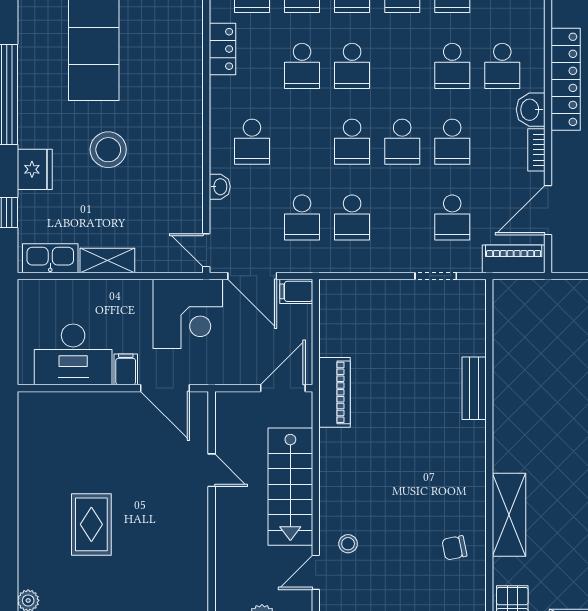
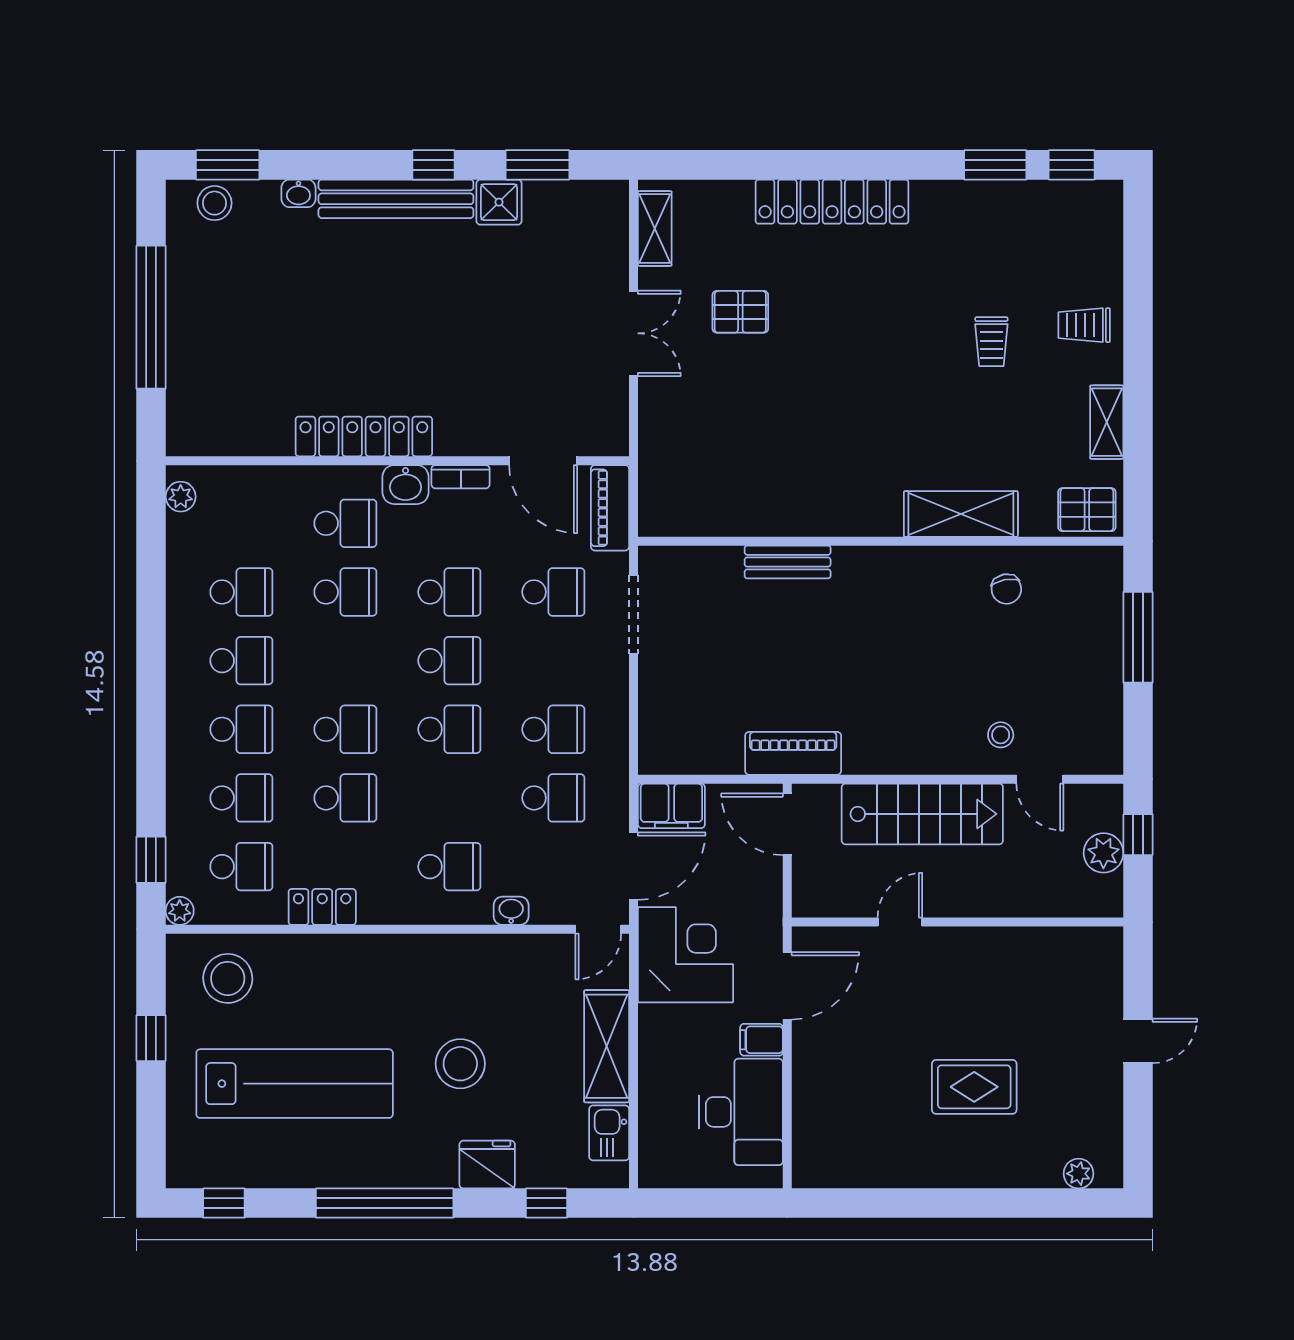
kitchen sink: (50, 258) -> (609, 1133), width x0.73
shelving: (107, 260) -> (607, 1046), width x1.50, depth x1.33
doorway: (436, 276) -> (633, 615), width x1.38
filing cabinet: (296, 291) -> (671, 806), width x2.00

